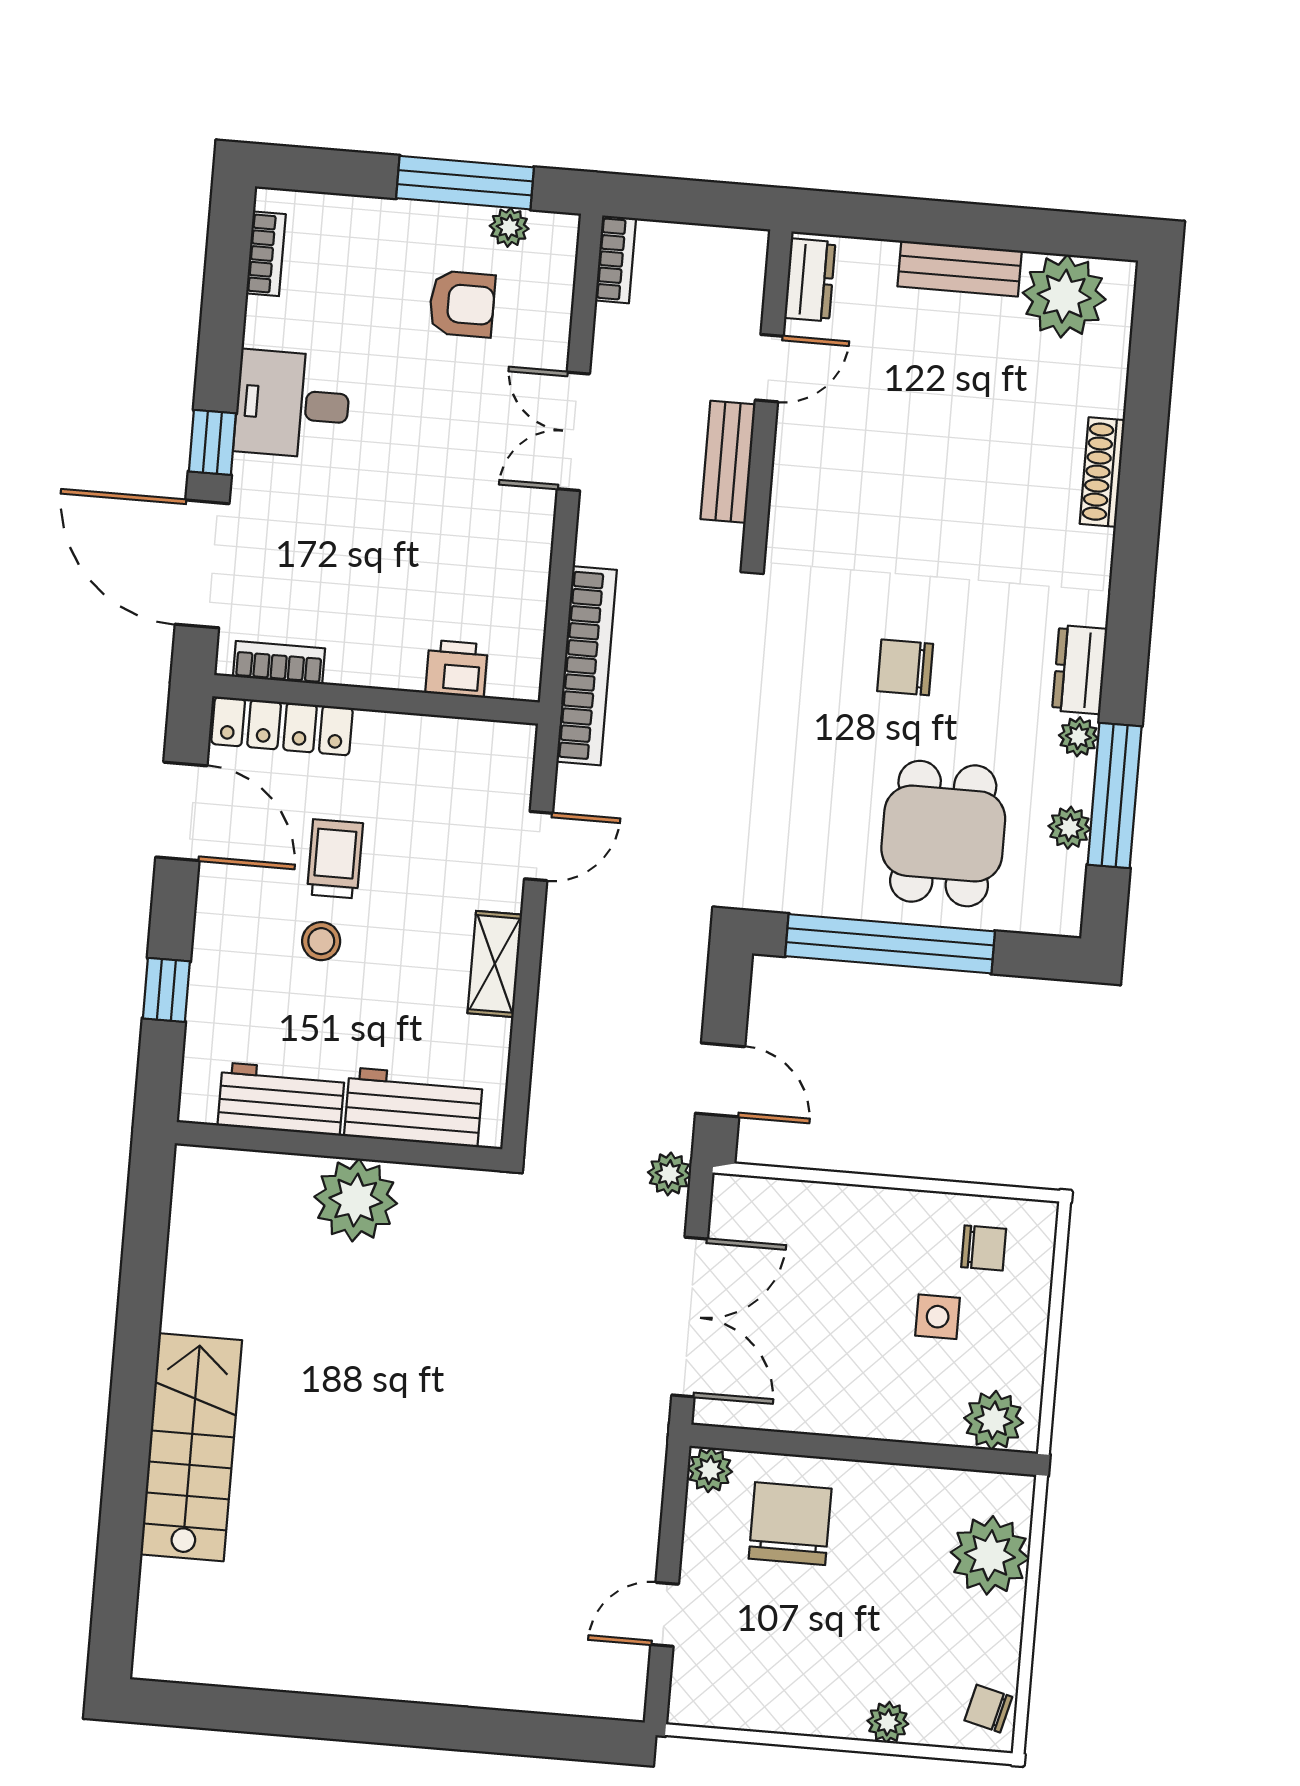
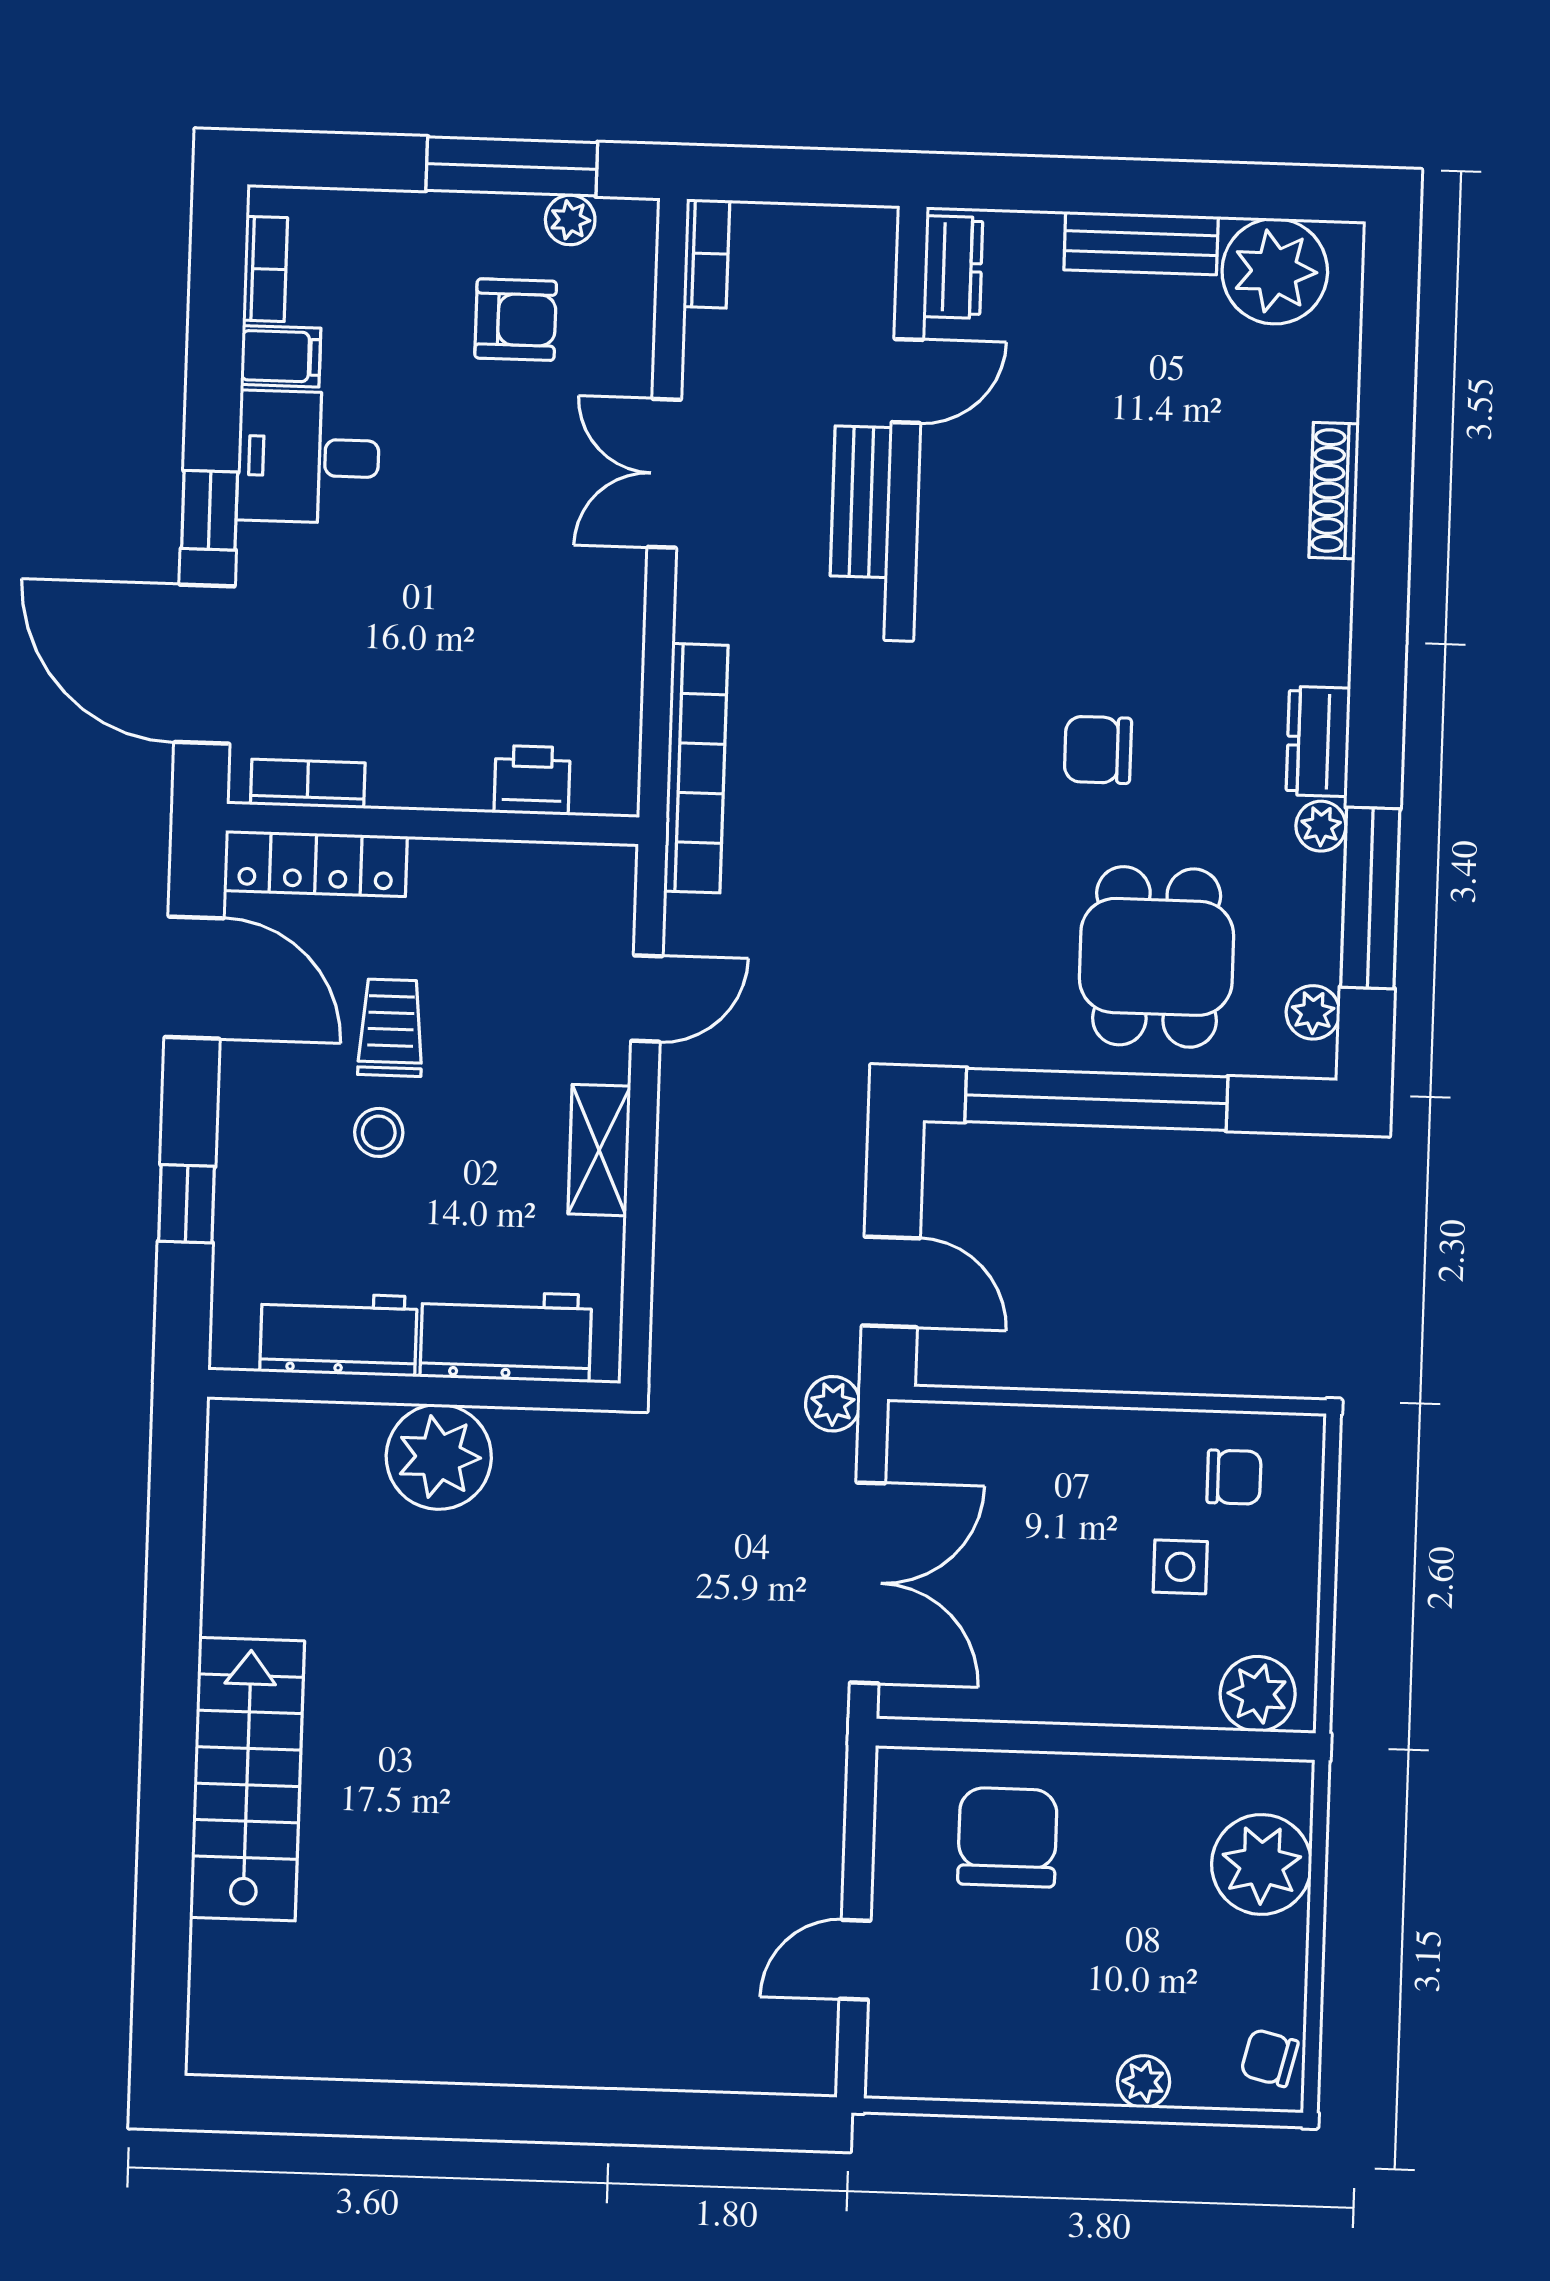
filing cabinet: (275, 324) -> (281, 356), added
plant: (1069, 828) -> (1313, 1012), moved
plant: (710, 1470) -> (903, 1775), removed

